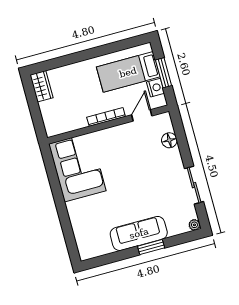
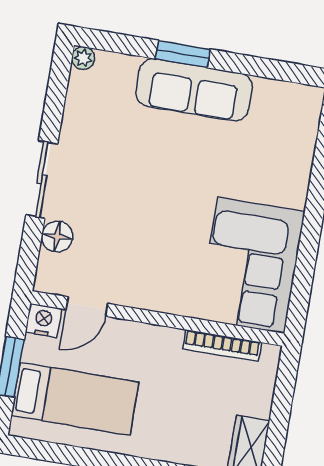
nightstand: (155, 88) -> (43, 320), moved, turned 90
bookcase: (106, 117) -> (222, 346), moved
sliding door: (194, 185) -> (42, 179), moved

